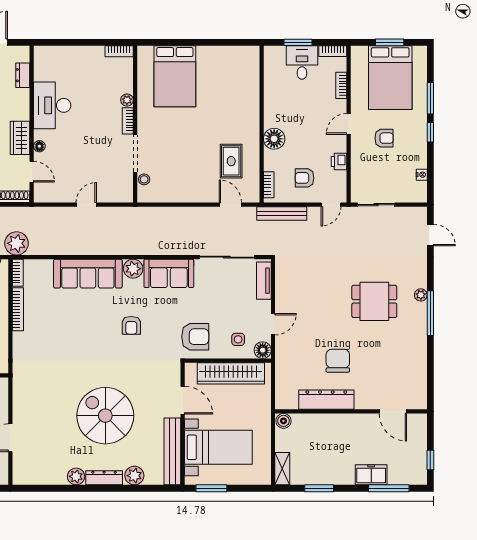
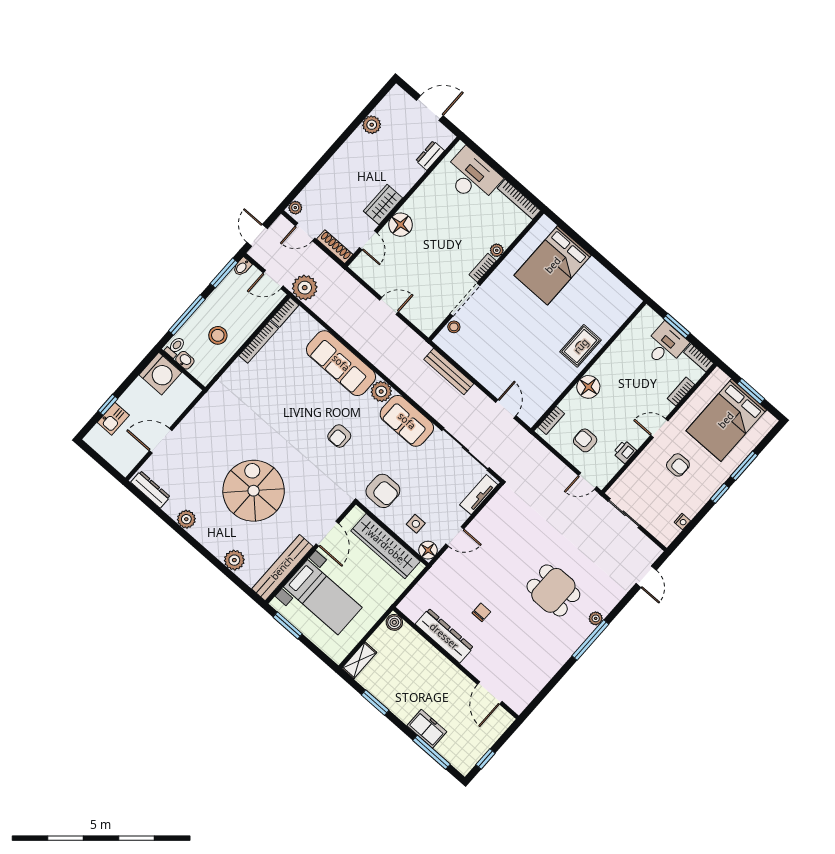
bookcase: (119, 51) -> (519, 199), width x1.56
desk: (52, 105) -> (472, 176), moved, turned 90
floor lamp: (39, 146) -> (401, 225), width x1.89, depth x1.89
rug: (231, 161) -> (581, 346), moved
bench: (282, 213) -> (449, 372), moved
chair: (338, 361) -> (481, 612), width x0.54, depth x0.54
dresser: (104, 478) -> (150, 489), moved

